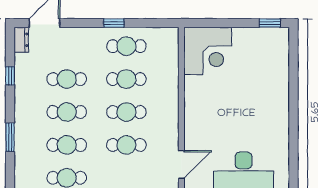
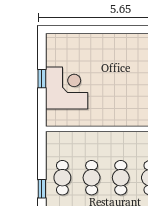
window: (270, 23) -> (42, 79), moved
corner desk: (208, 51) -> (67, 88), moved

